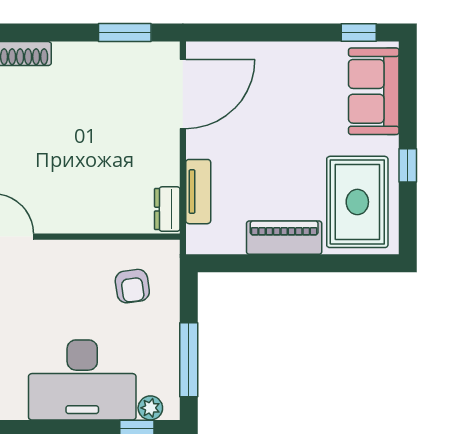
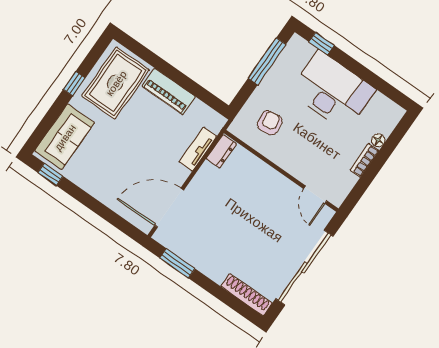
plant: (150, 408) -> (306, 50), removed

